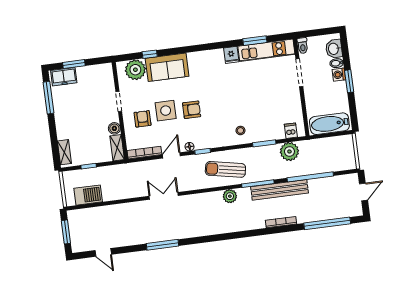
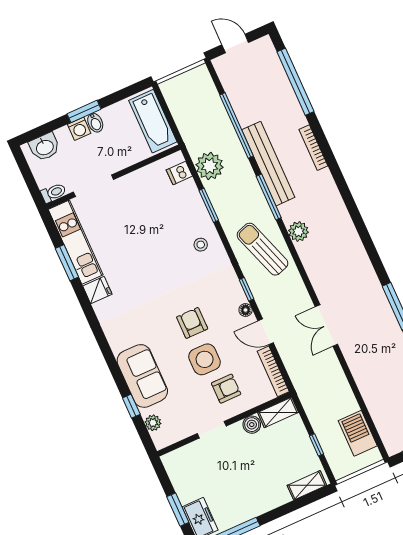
bidet: (337, 63) -> (95, 123), moved
plant: (135, 70) -> (153, 423), width x0.53, depth x0.53
armchair: (143, 119) -> (226, 389), turned 180
sun lounger: (225, 169) -> (262, 249), turned 150

